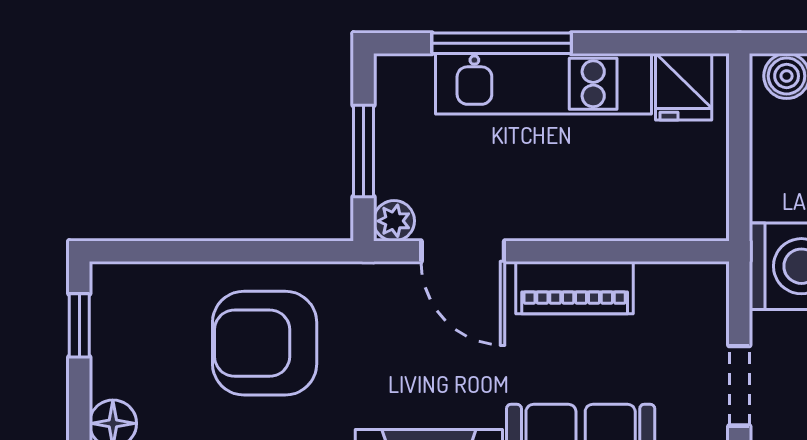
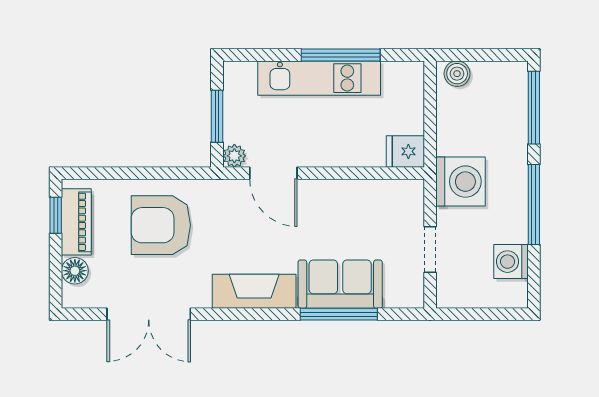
window: (502, 43) -> (341, 55), moved
fridge: (684, 87) -> (405, 151), moved, turned 90
piano: (575, 288) -> (76, 222), moved, turned -90

